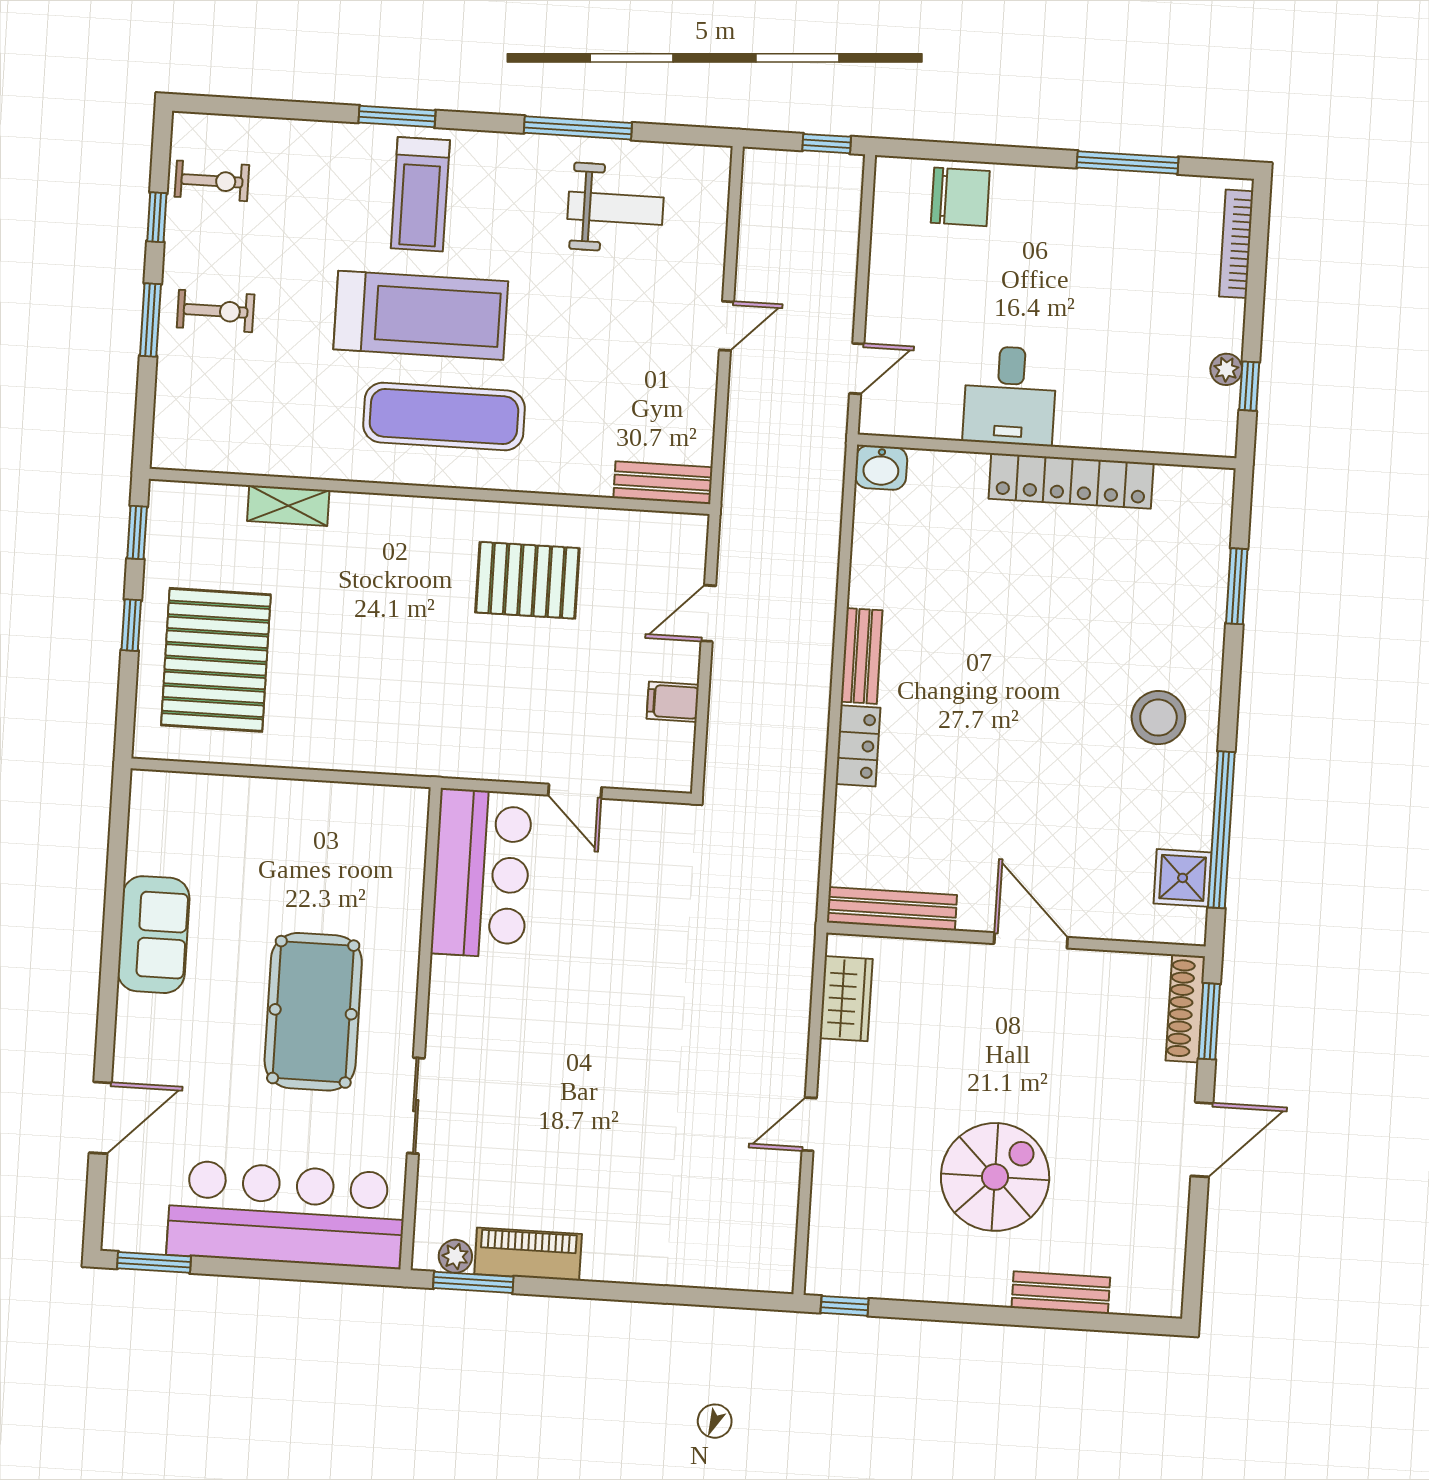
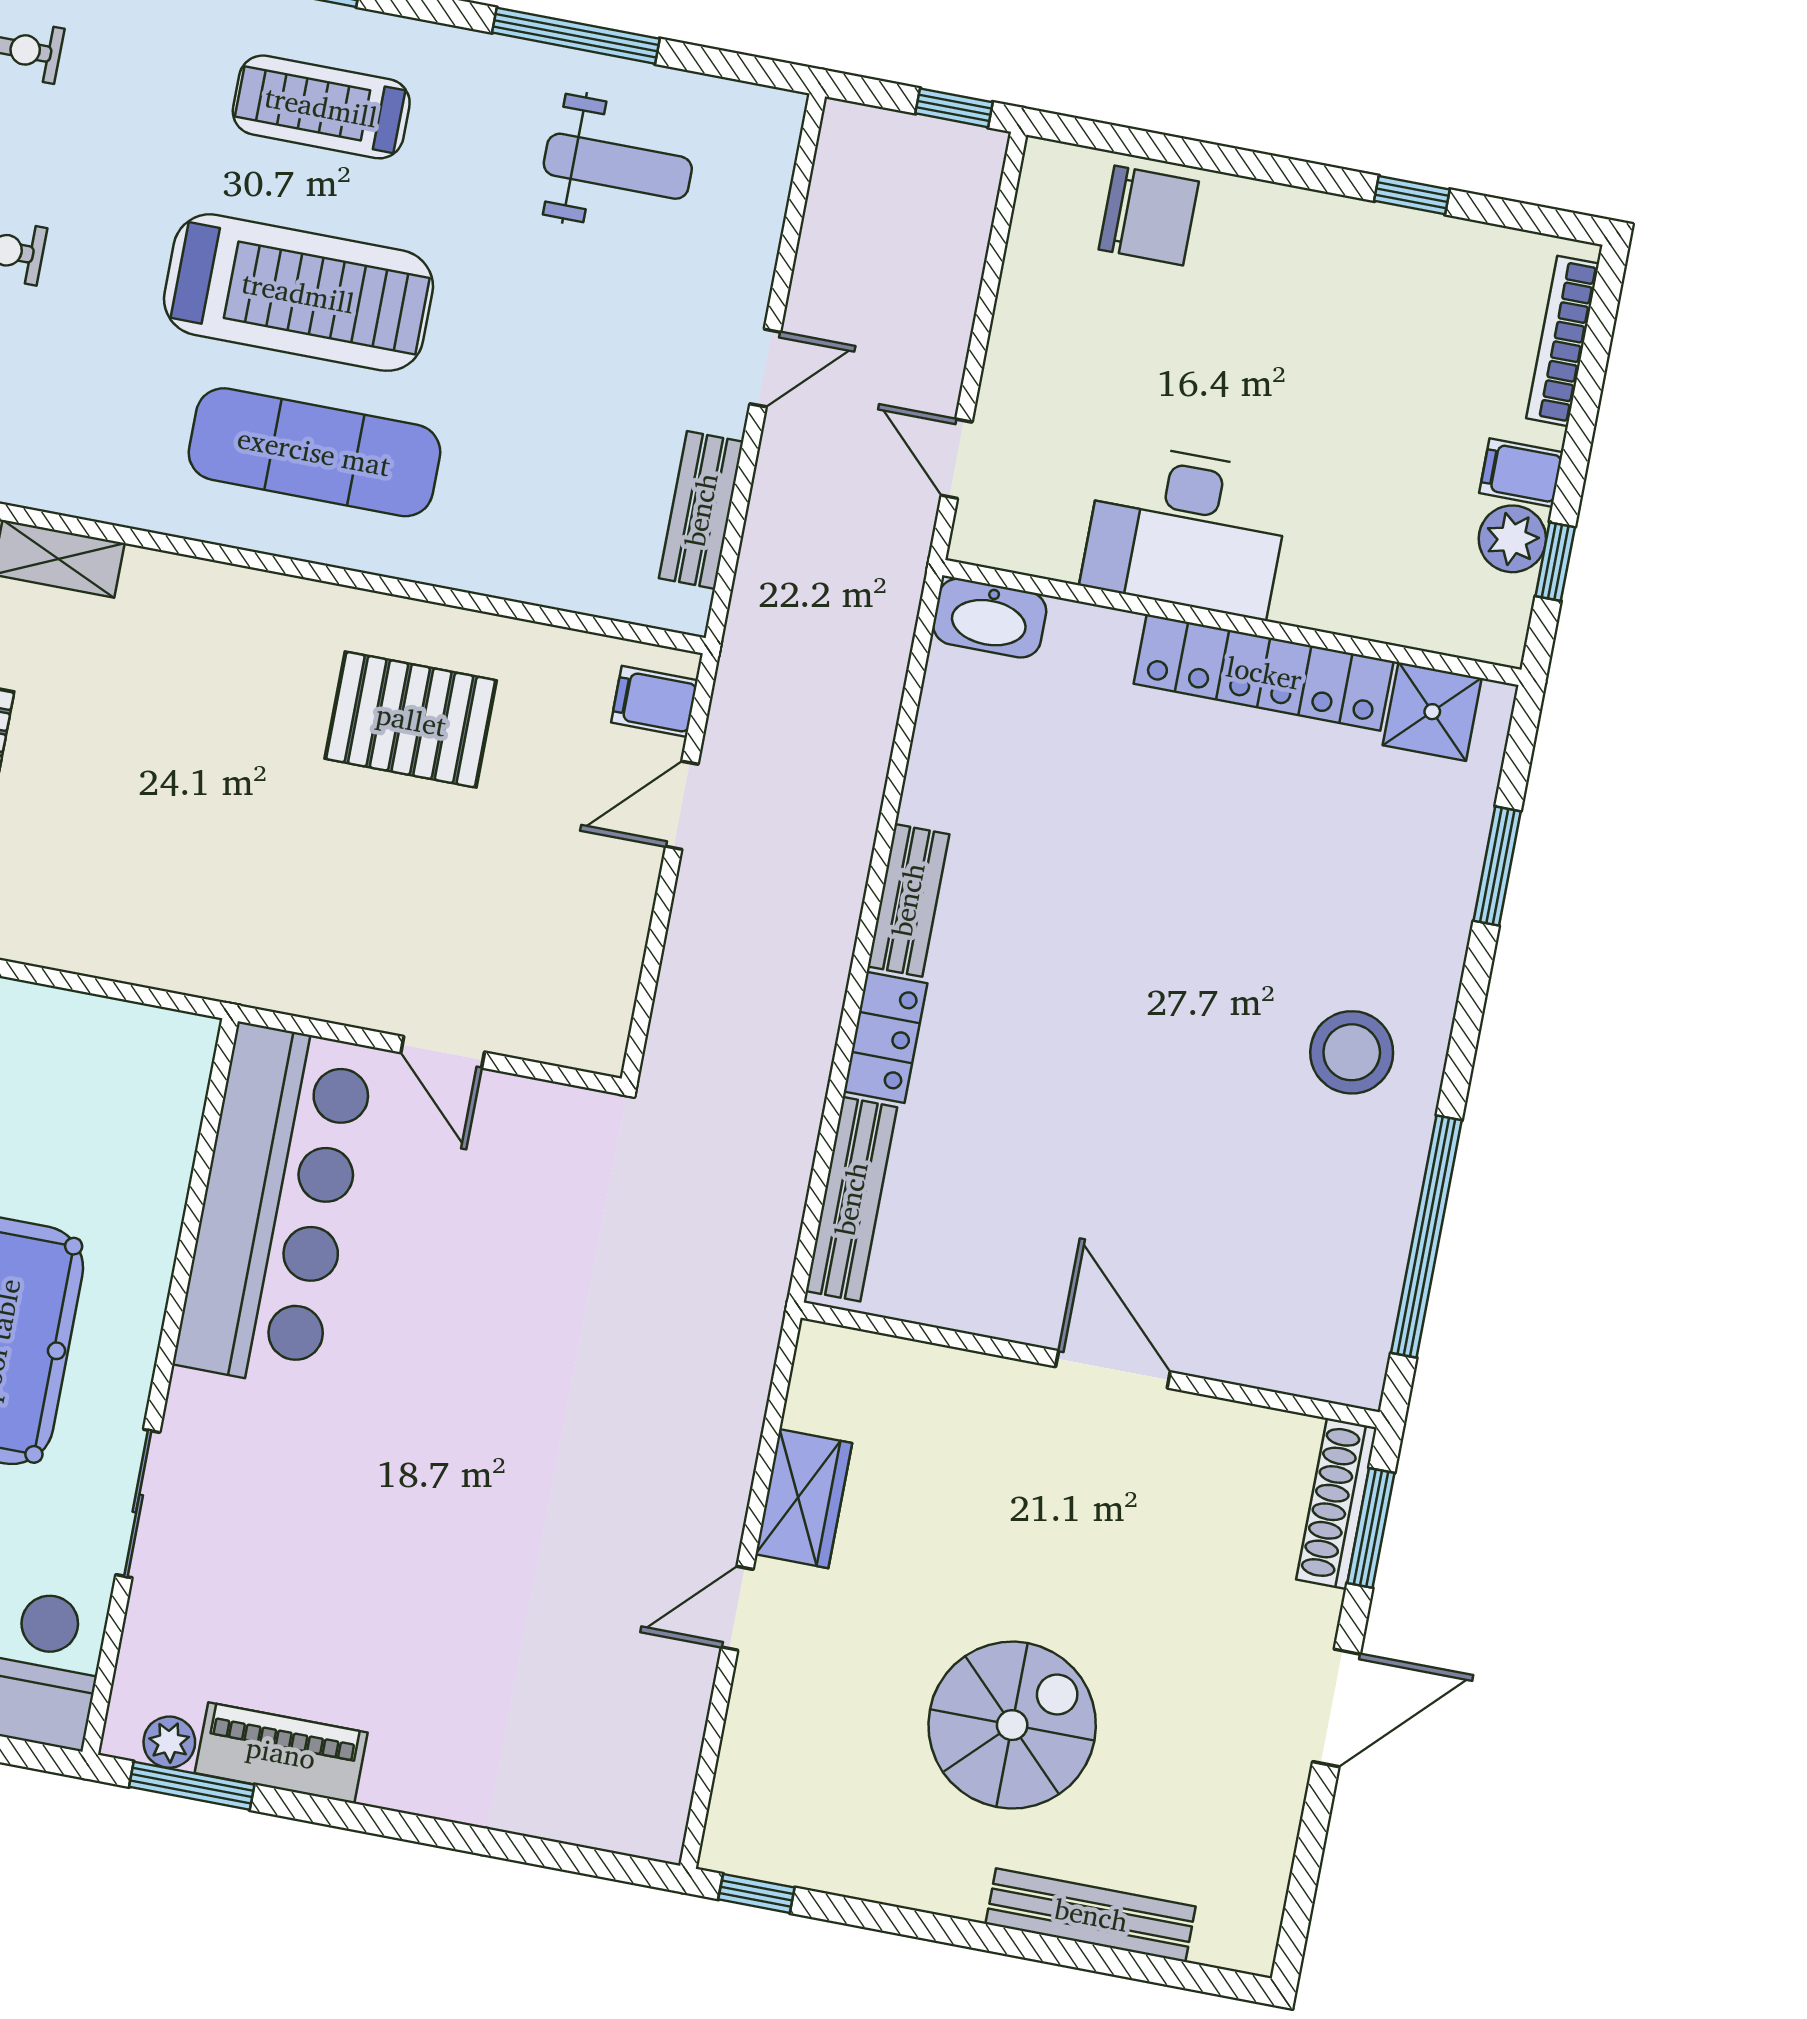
window: (1128, 162) -> (1412, 195), width x0.46
treadmill: (420, 194) -> (321, 107), turned 90
filing cabinet: (1220, 332) -> (1521, 473), added
door: (857, 369) -> (957, 459), swing flipped
plant: (1226, 369) -> (1512, 539), width x1.38, depth x1.38
desk: (1010, 396) -> (1186, 530), width x1.37
washbasin: (881, 468) -> (990, 618), width x1.38
bench: (663, 483) -> (701, 510), moved, turned 90
filing cabinet: (673, 702) -> (654, 701), moved
bar counter: (482, 874) -> (275, 1206), width x1.36
shower: (1183, 878) -> (1432, 712), moved
bench: (892, 909) -> (851, 1199), moved, turned 90
wardrobe: (846, 999) -> (804, 1499), moved
bench: (1061, 1293) -> (1091, 1915), width x1.36

